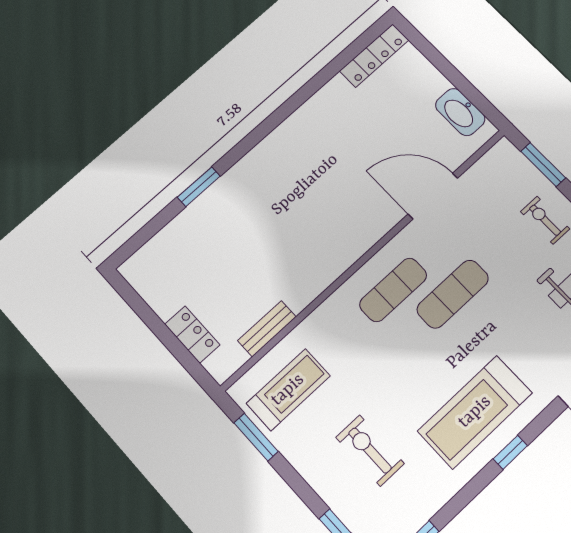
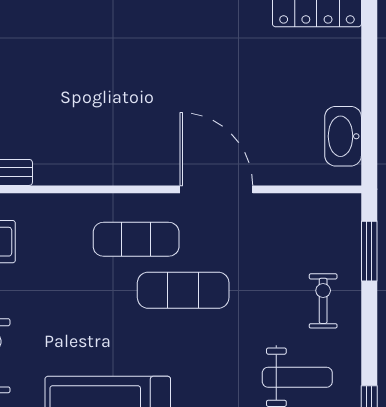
door: (433, 196) -> (216, 189), moved

